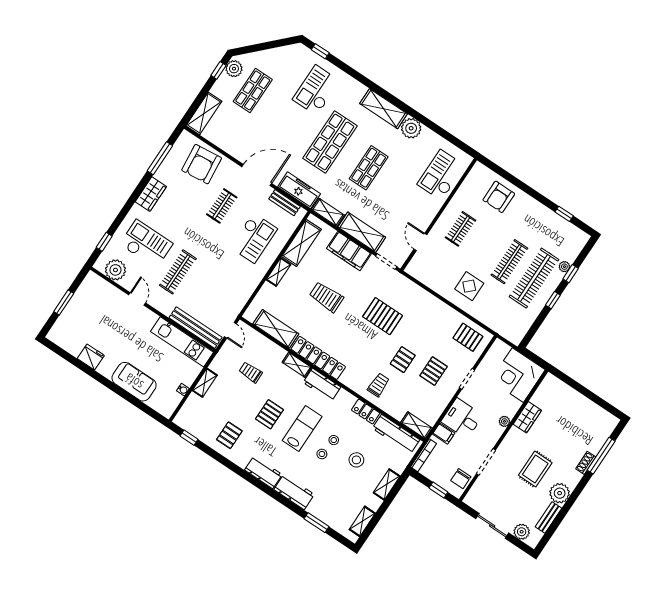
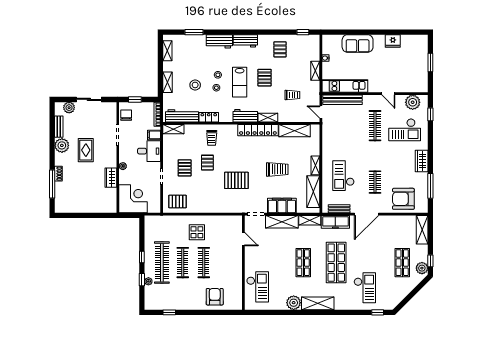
armchair: (202, 164) -> (403, 199), turned -84
clothes rail: (460, 229) -> (204, 263), moved, width x1.36

